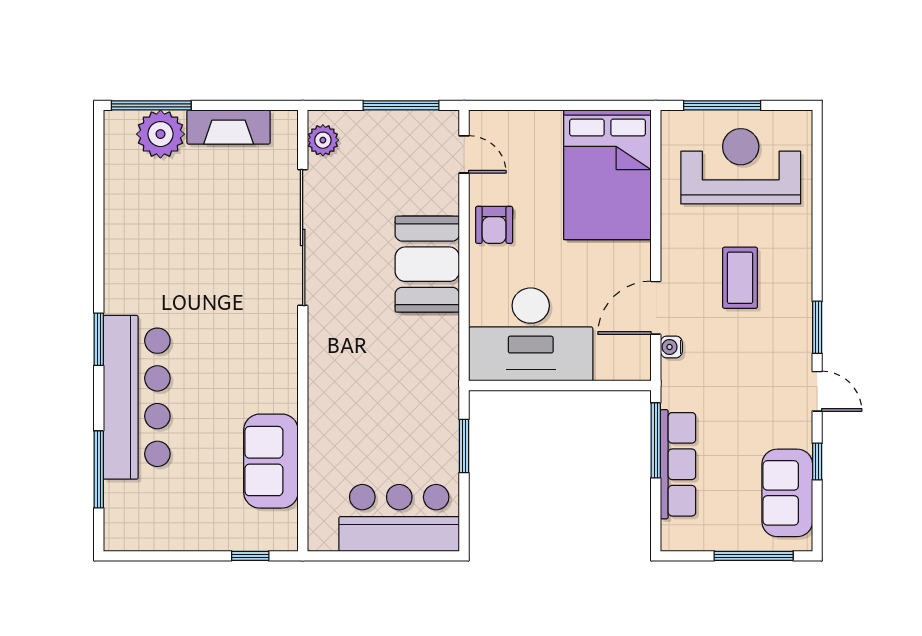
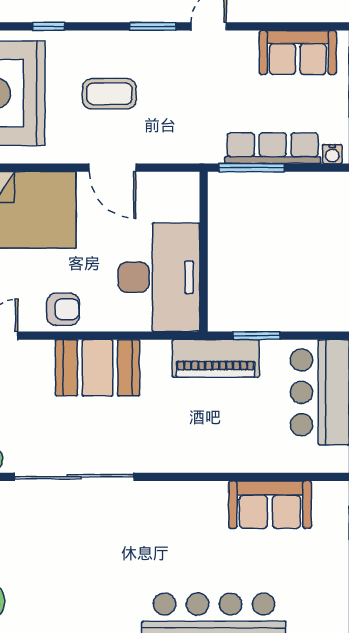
door: (656, 308) -> (112, 168), moved
water cooler: (671, 347) -> (332, 154), moved
piano: (438, 399) -> (216, 358), added
window: (817, 462) -> (49, 26), moved

